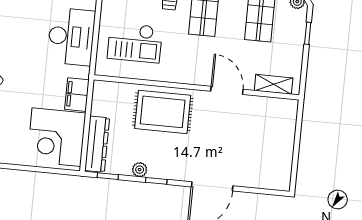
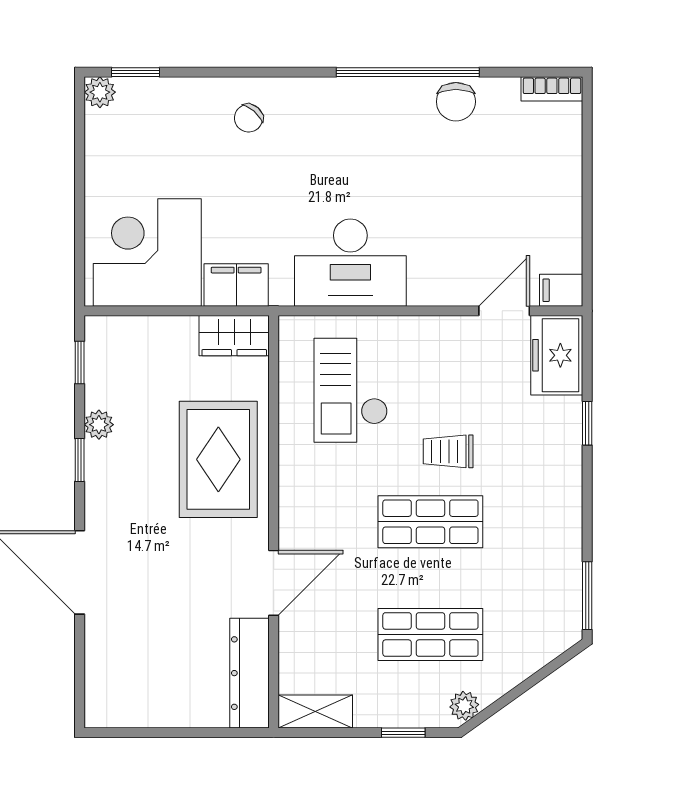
shelving: (274, 84) -> (315, 711), moved, turned 90
wardrobe: (102, 98) -> (234, 336), added
dresser: (97, 144) -> (250, 673), moved, turned 90

